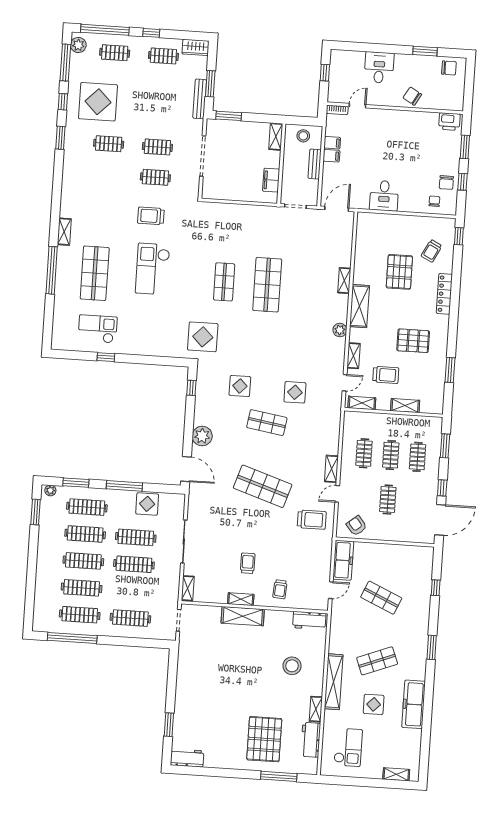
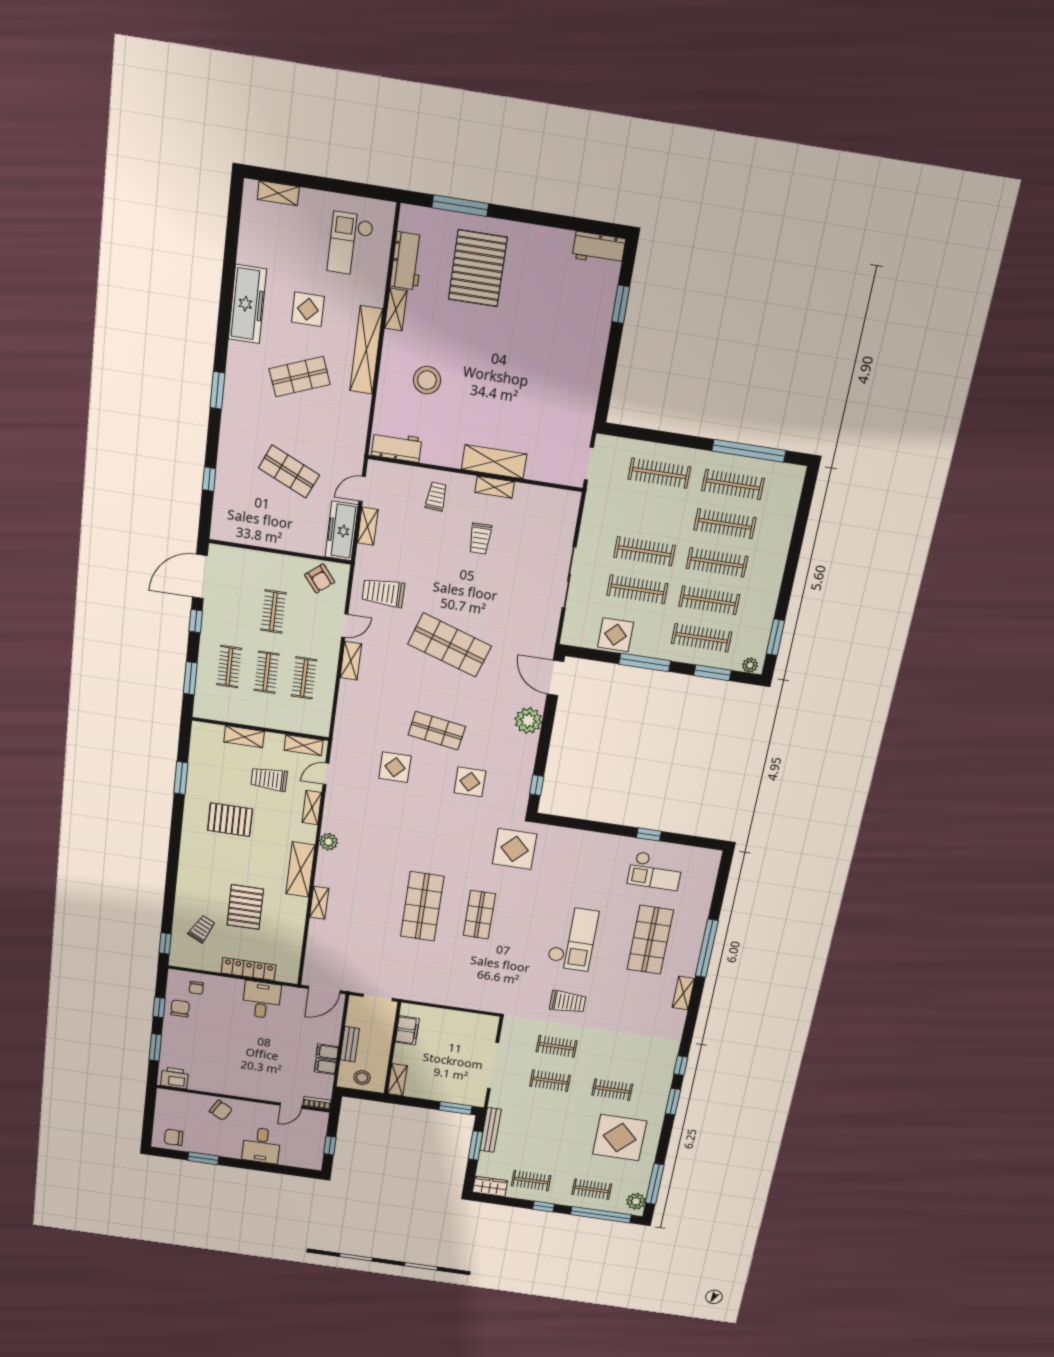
window: (63, 102) -> (681, 1066), moved
locker: (444, 294) -> (249, 969), moved, turned -90
shelving: (188, 588) -> (368, 526), moved

